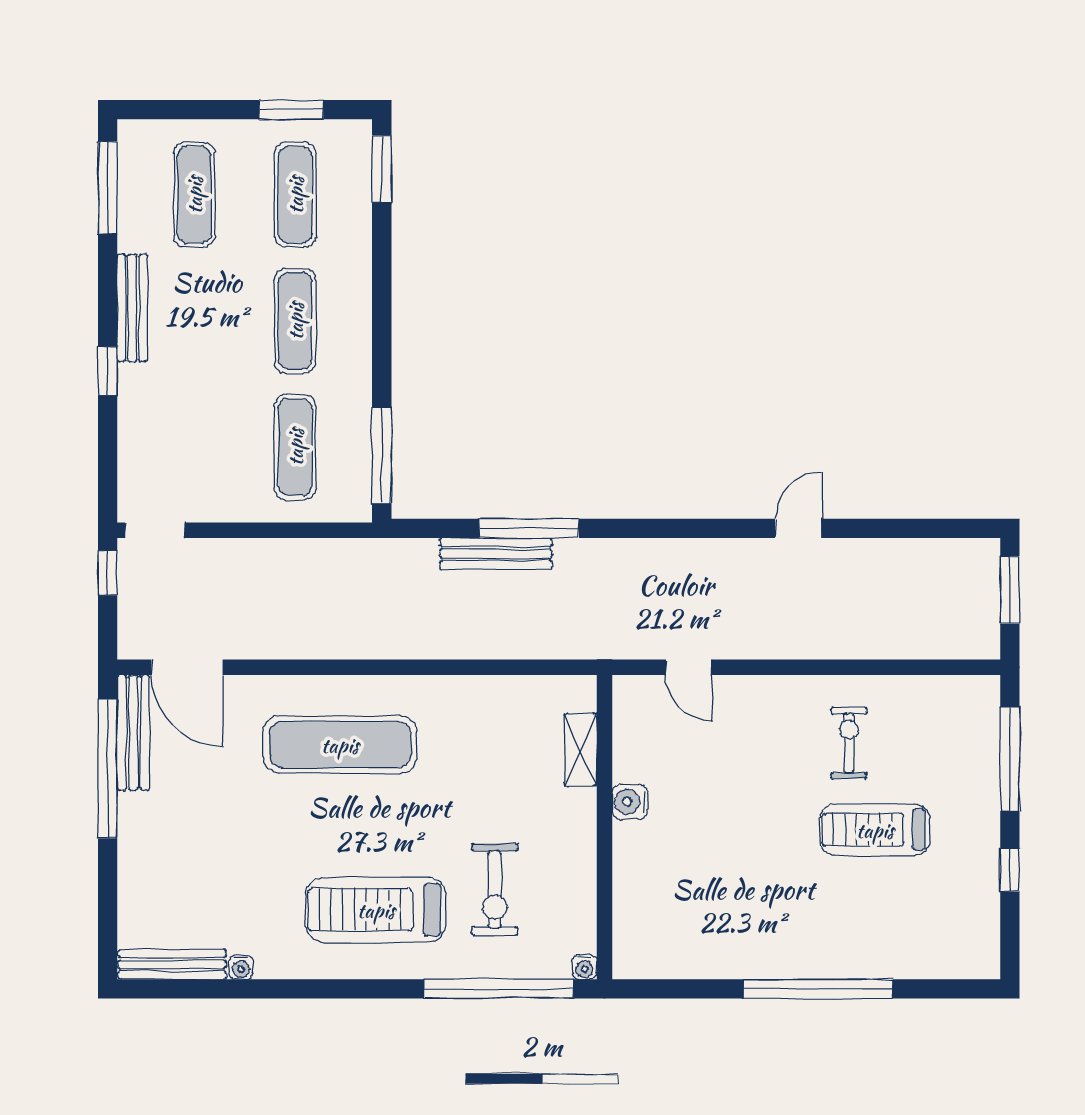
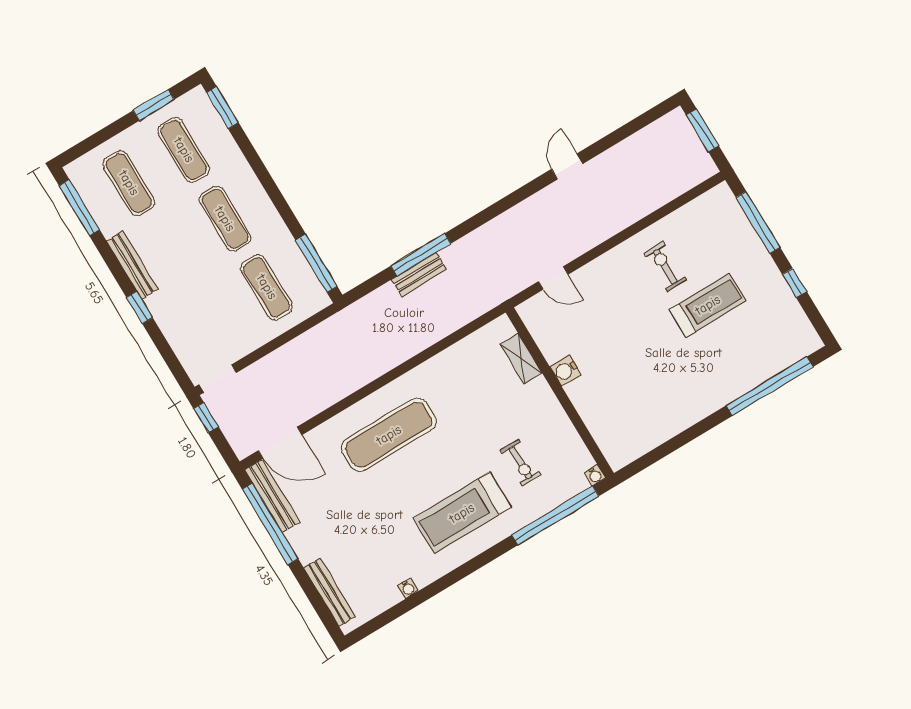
bench: (496, 554) -> (419, 275), width x0.73
treadmill: (875, 830) -> (708, 305), turned 180
exercise bike: (495, 889) -> (520, 463), width x0.73, depth x0.72
bench: (172, 964) -> (330, 592), moved, turned 90
window: (818, 989) -> (770, 386), moved

